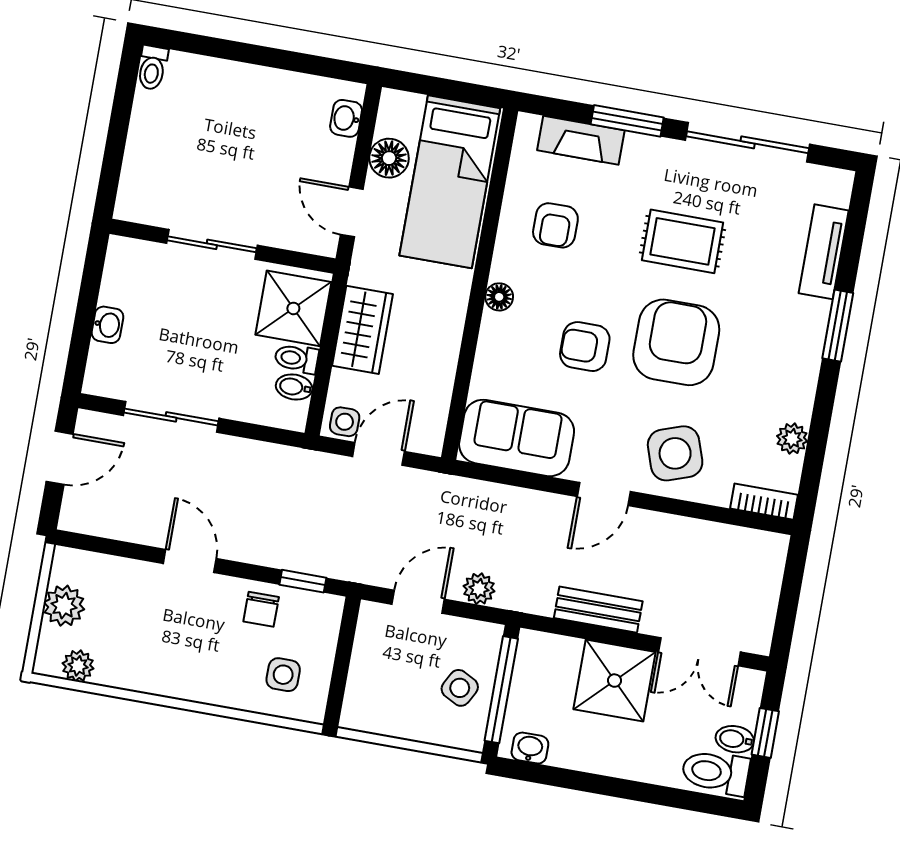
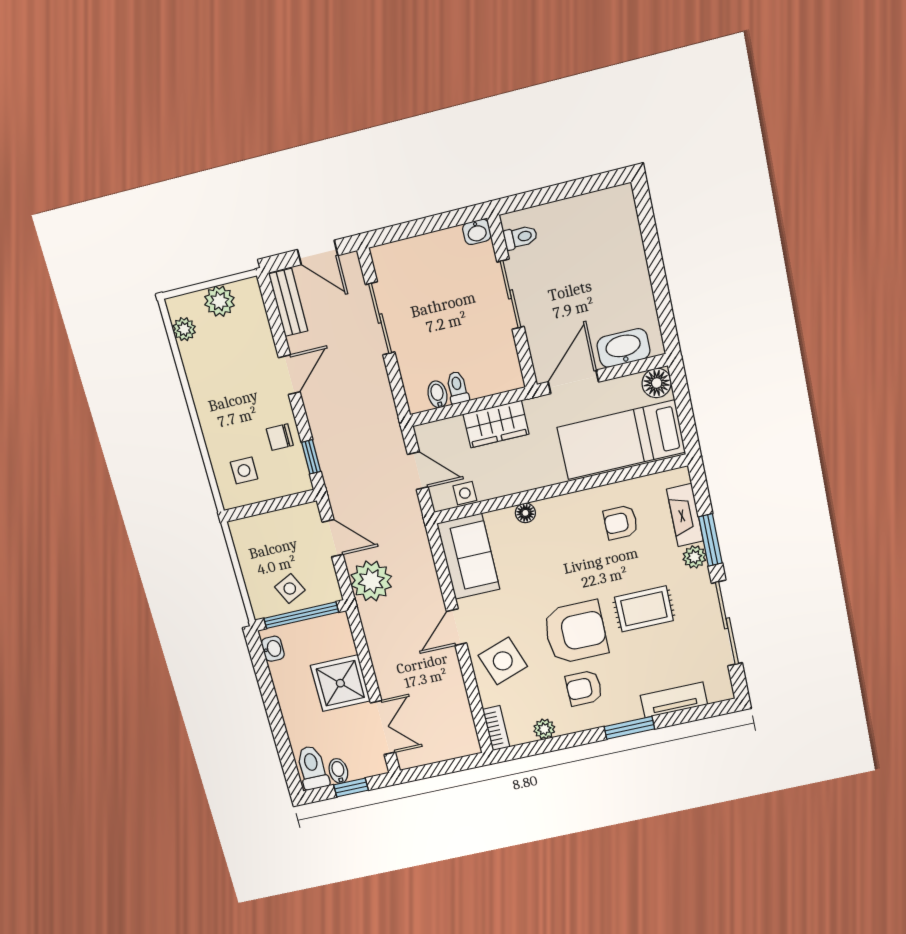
toilet: (152, 68) -> (520, 237), moved, turned 180
washbasin: (346, 118) -> (624, 348), width x1.91, depth x1.45
plant: (641, 150) -> (694, 557), added
floor lamp: (389, 158) -> (657, 383), moved
door: (352, 212) -> (573, 382), width x1.38
rug: (683, 241) -> (644, 609), turned 90
floor lamp: (499, 297) -> (525, 513), moved
shower: (293, 308) -> (490, 371), removed
washbasin: (107, 325) -> (477, 232), moved
armchair: (585, 347) -> (584, 688), moved, turned -90
side table: (345, 422) -> (465, 493), moved
door: (604, 494) -> (457, 627), hinge flipped
plant: (479, 589) -> (371, 581), width x1.88, depth x1.88
bench: (598, 610) -> (288, 302), moved
double door: (699, 652) -> (383, 728), swing flipped
side table: (460, 688) -> (290, 589), turned 36

